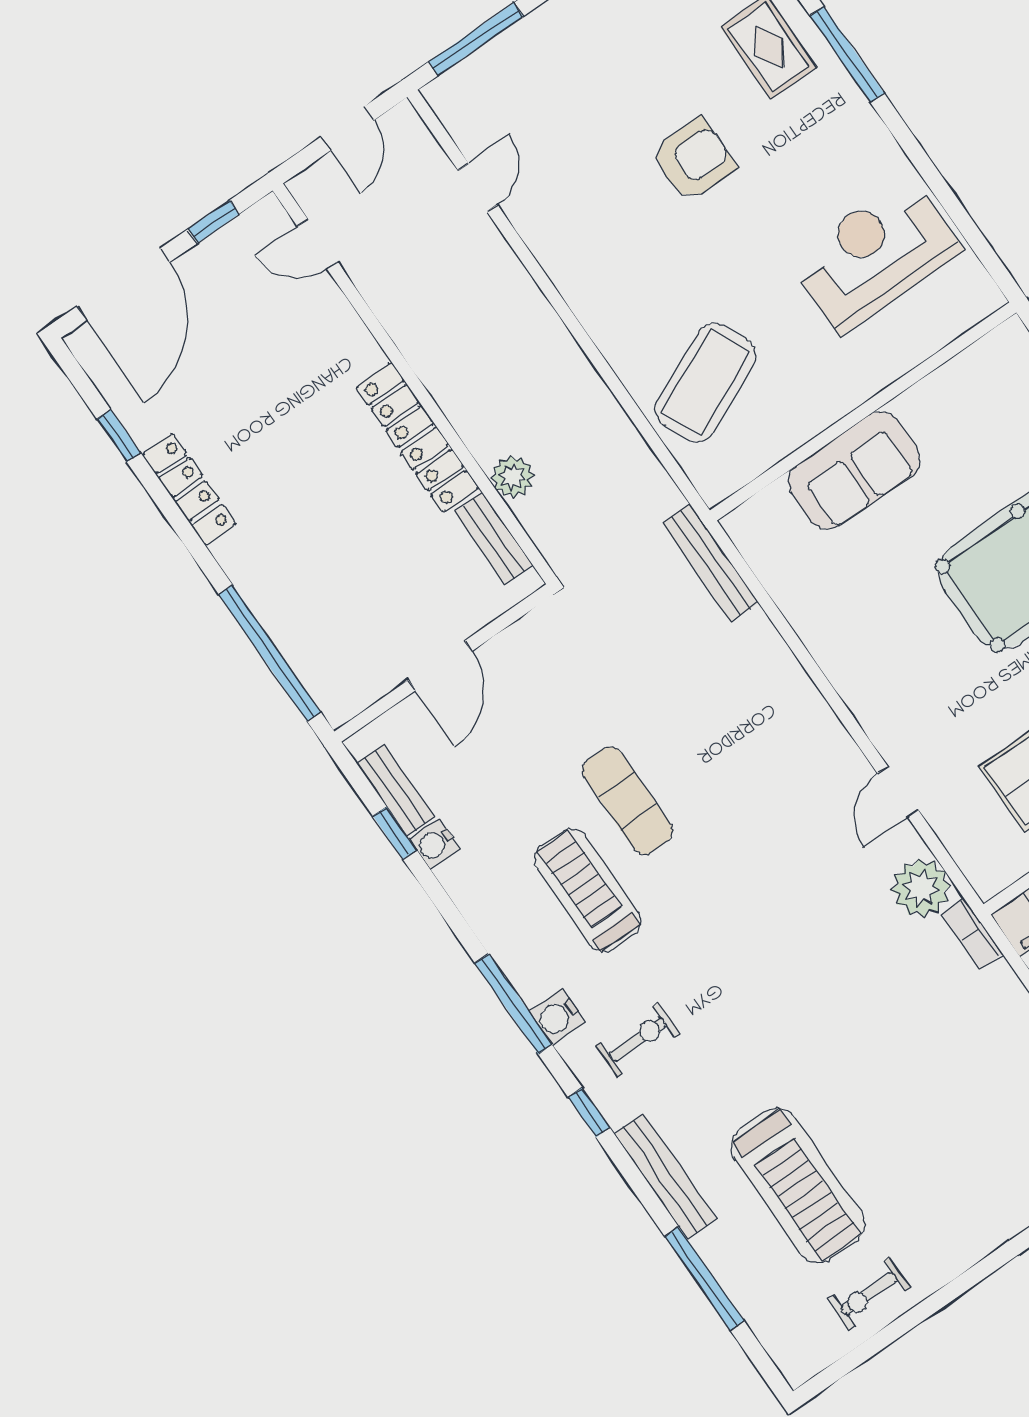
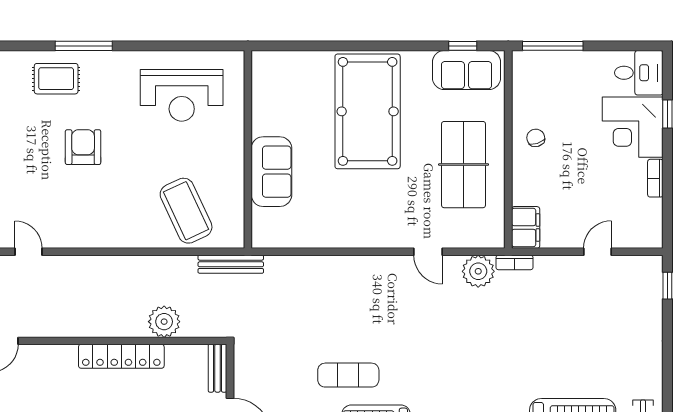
reception desk: (875, 255) -> (182, 95), turned -90
plant: (513, 477) -> (164, 322), width x1.36, depth x1.36
bench: (494, 538) -> (218, 368), moved, turned 90
bench: (711, 563) -> (231, 264), moved

